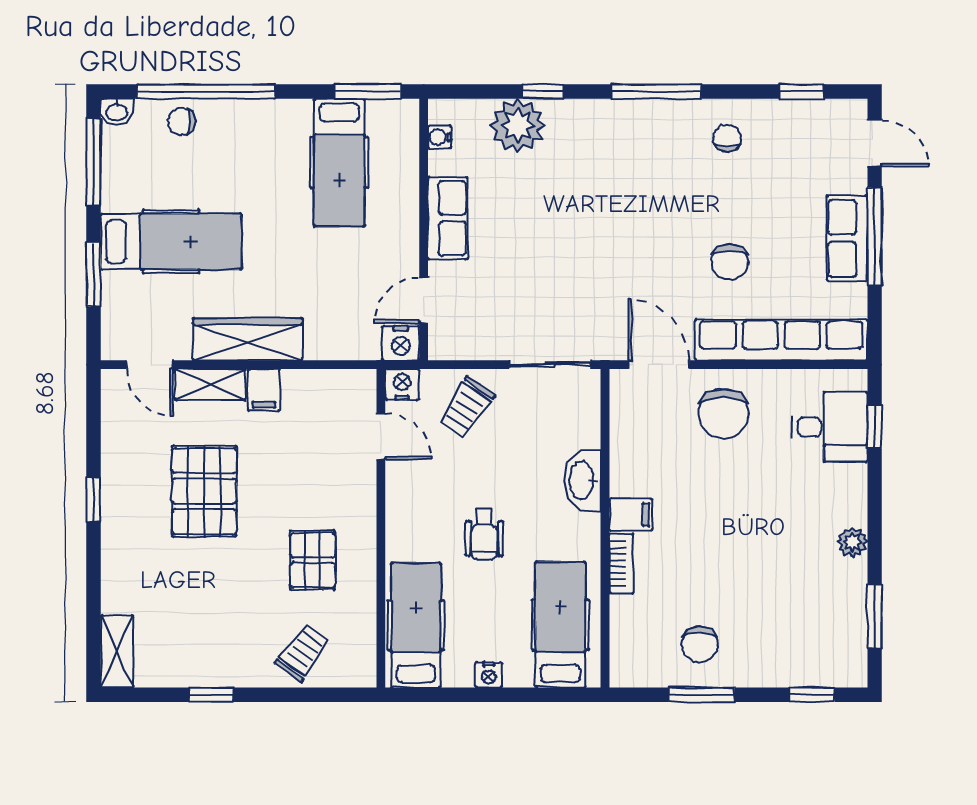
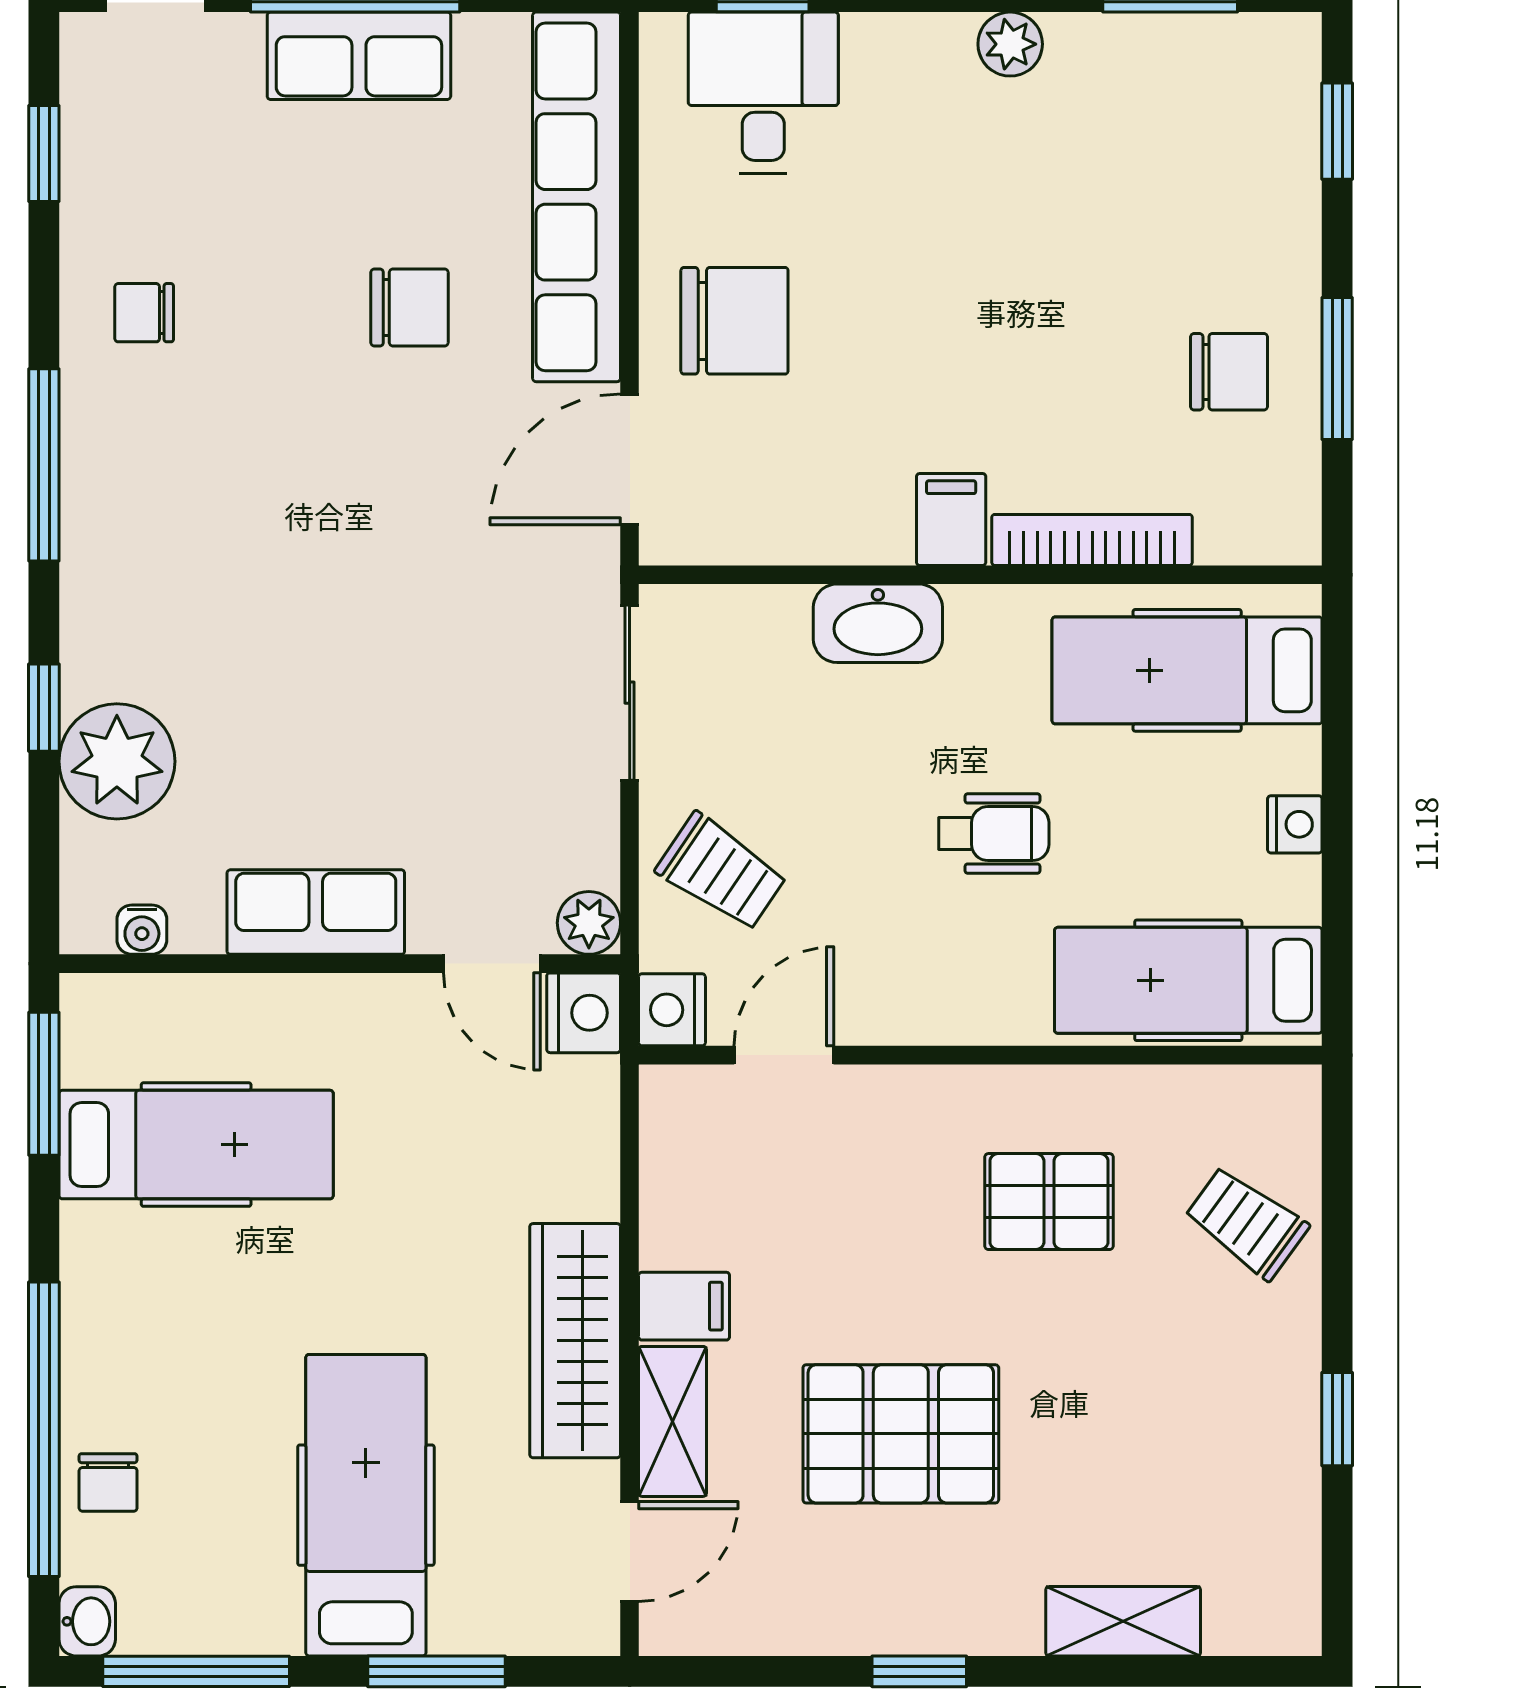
plant: (443, 346) -> (589, 923), added
bookcase: (621, 563) -> (1092, 540), width x1.56
shelving: (117, 652) -> (1123, 1621), moved

